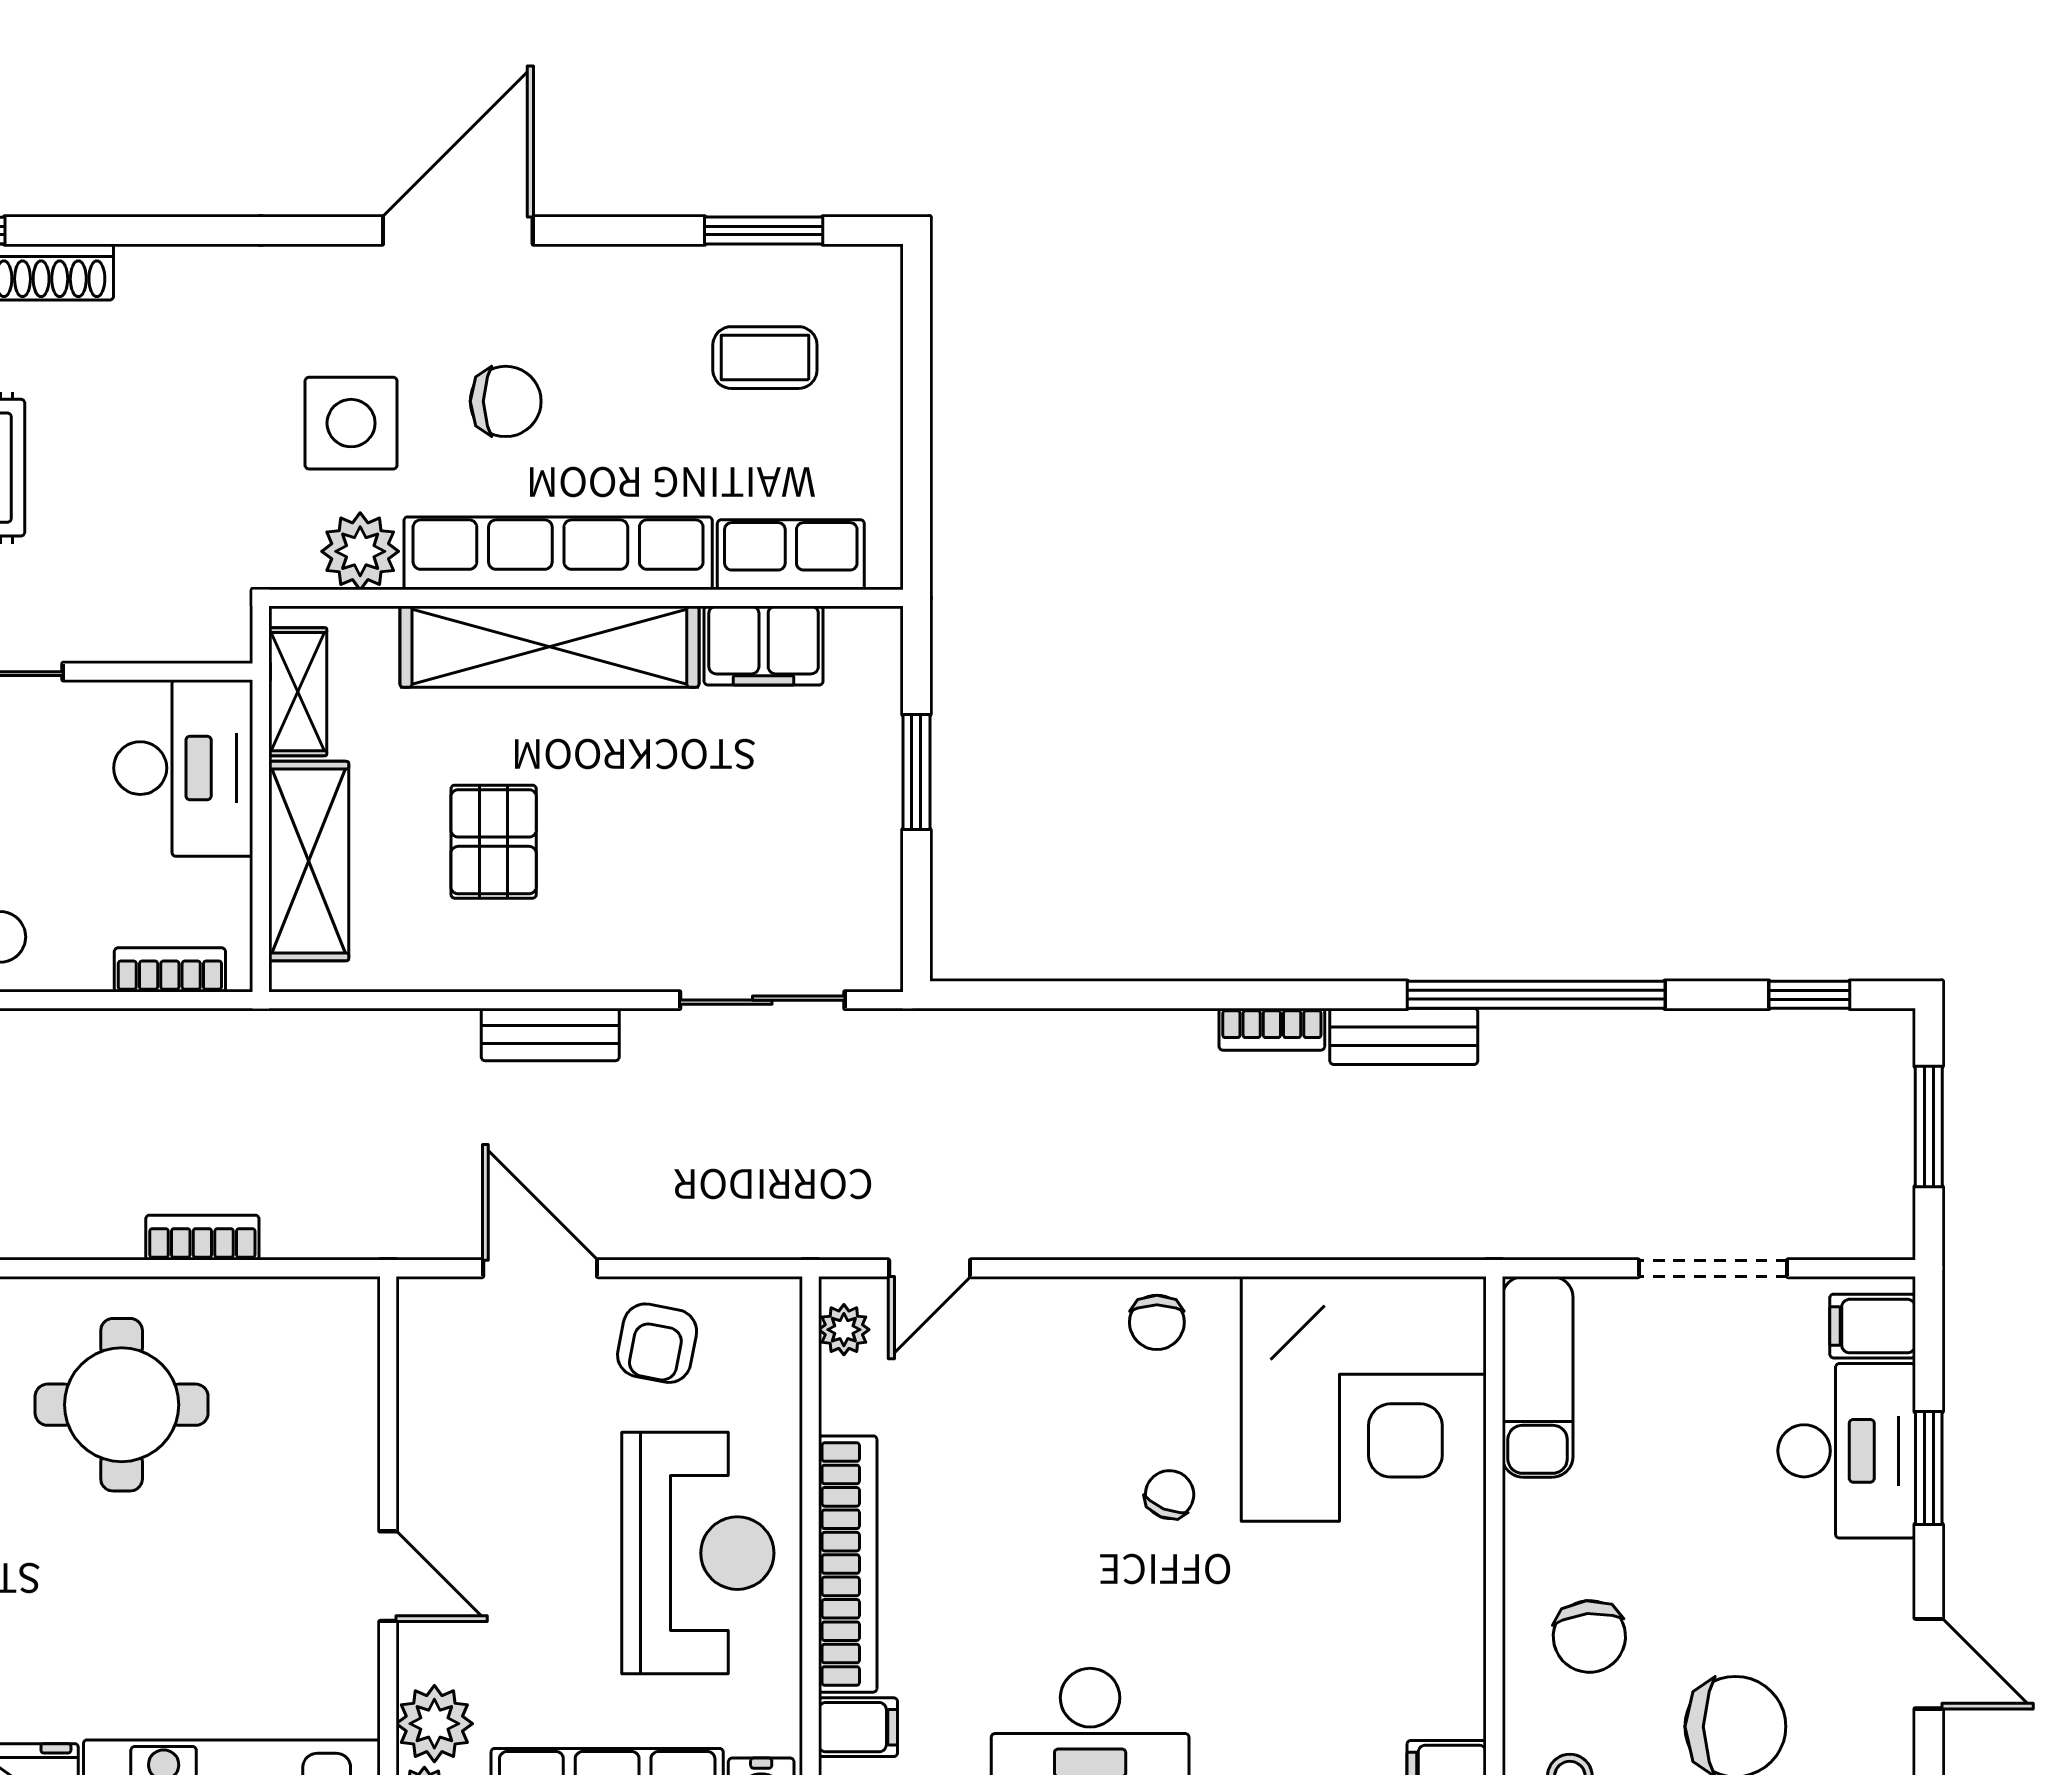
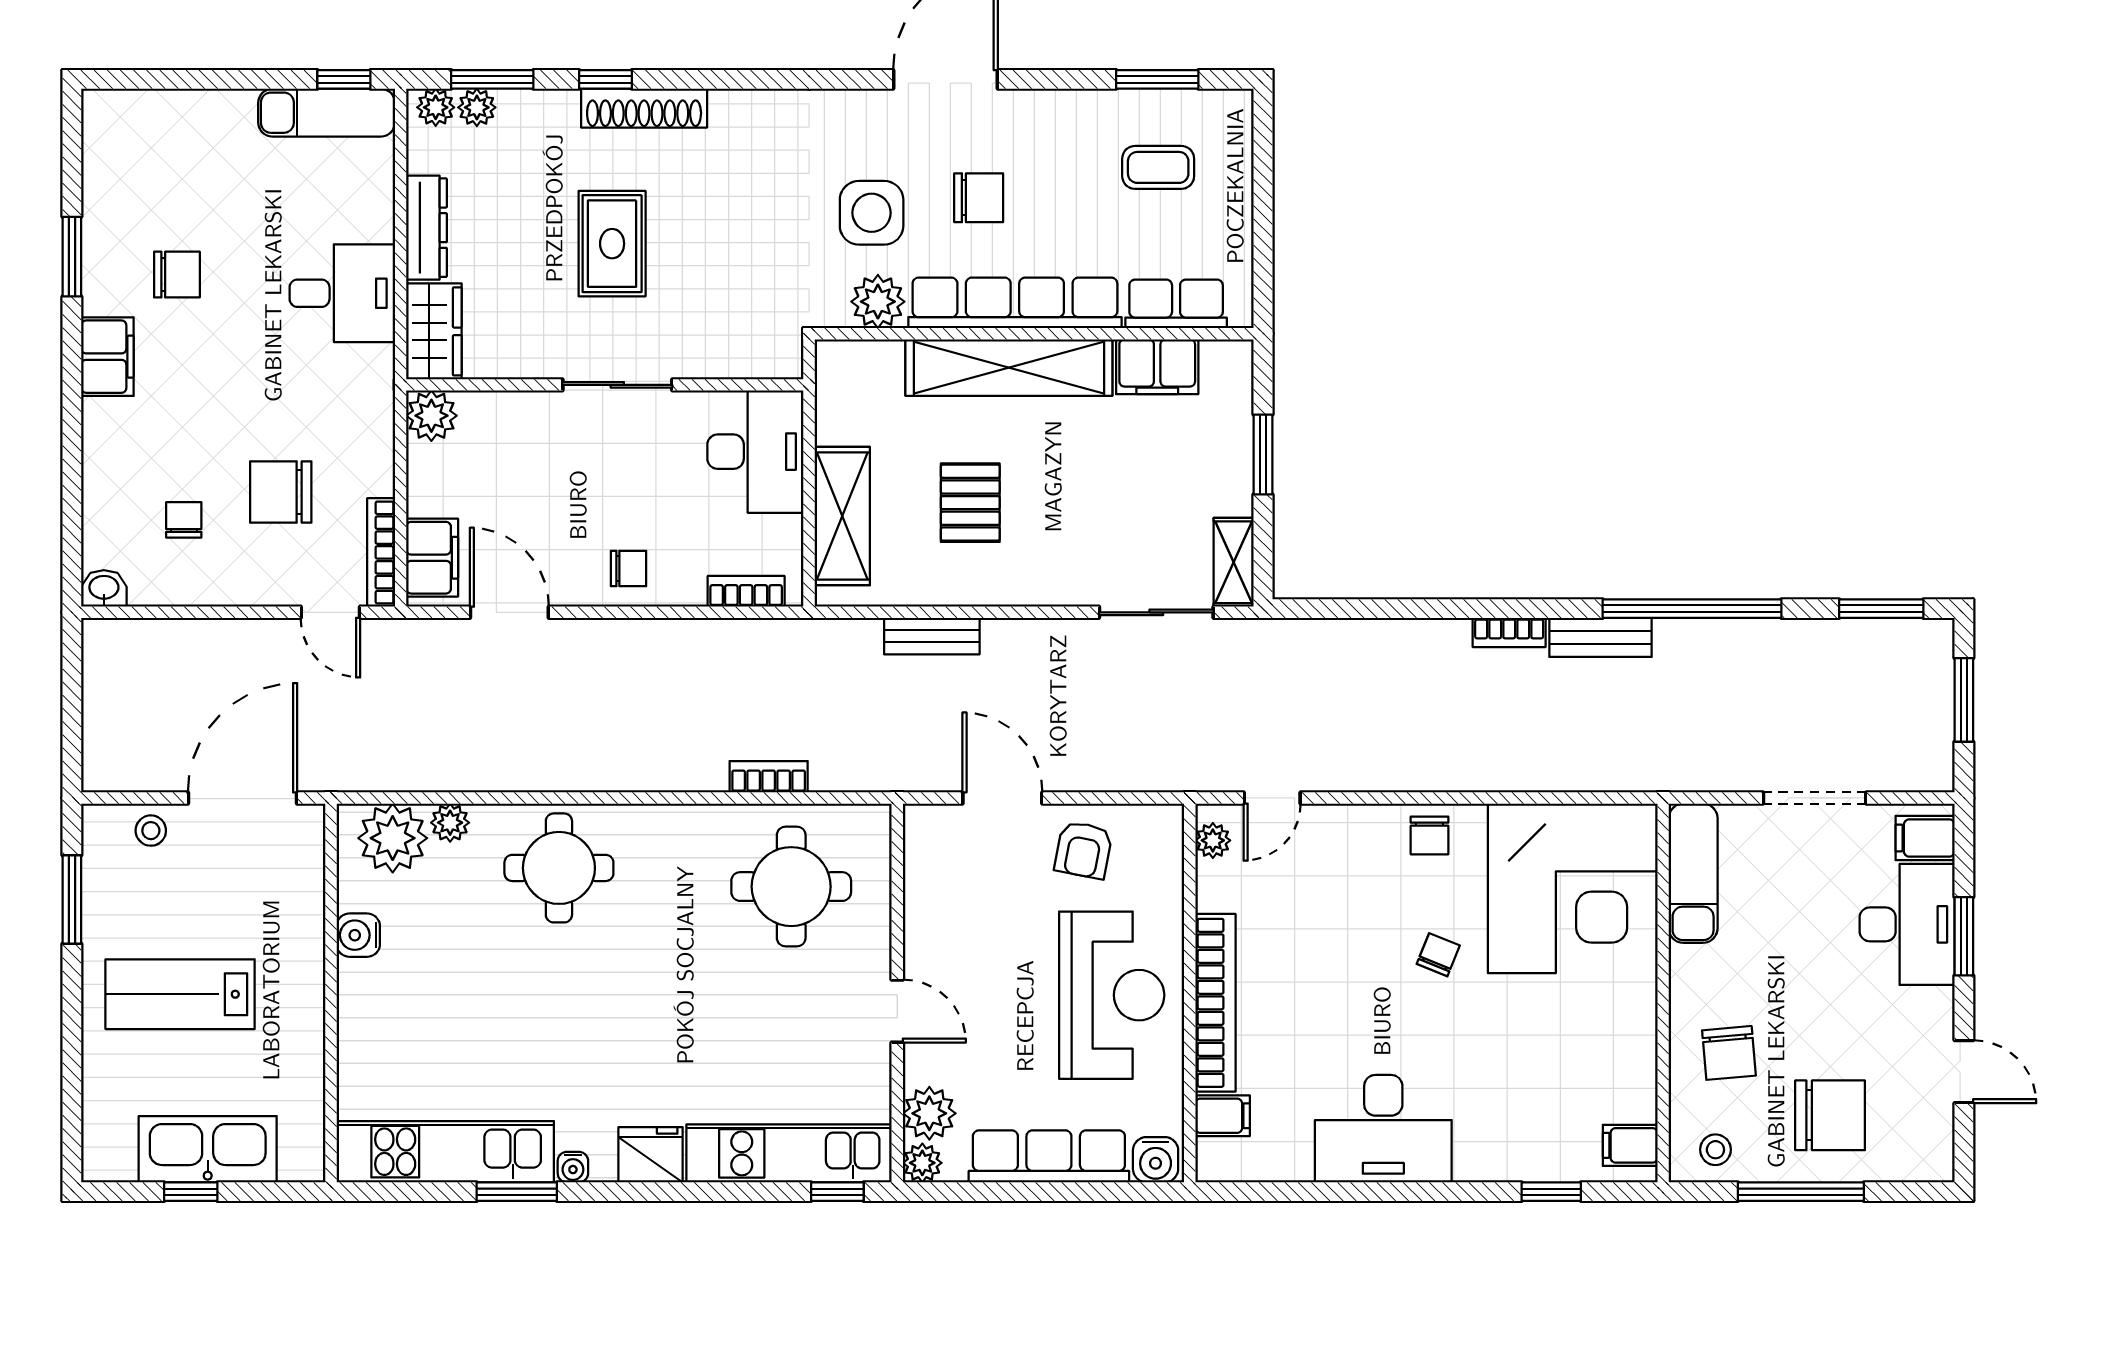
shelving: (298, 692) -> (1234, 562), moved
window: (1809, 995) -> (1881, 609), width x1.50
bench: (550, 1034) -> (932, 636), moved
round table: (122, 1405) -> (791, 887), moved

